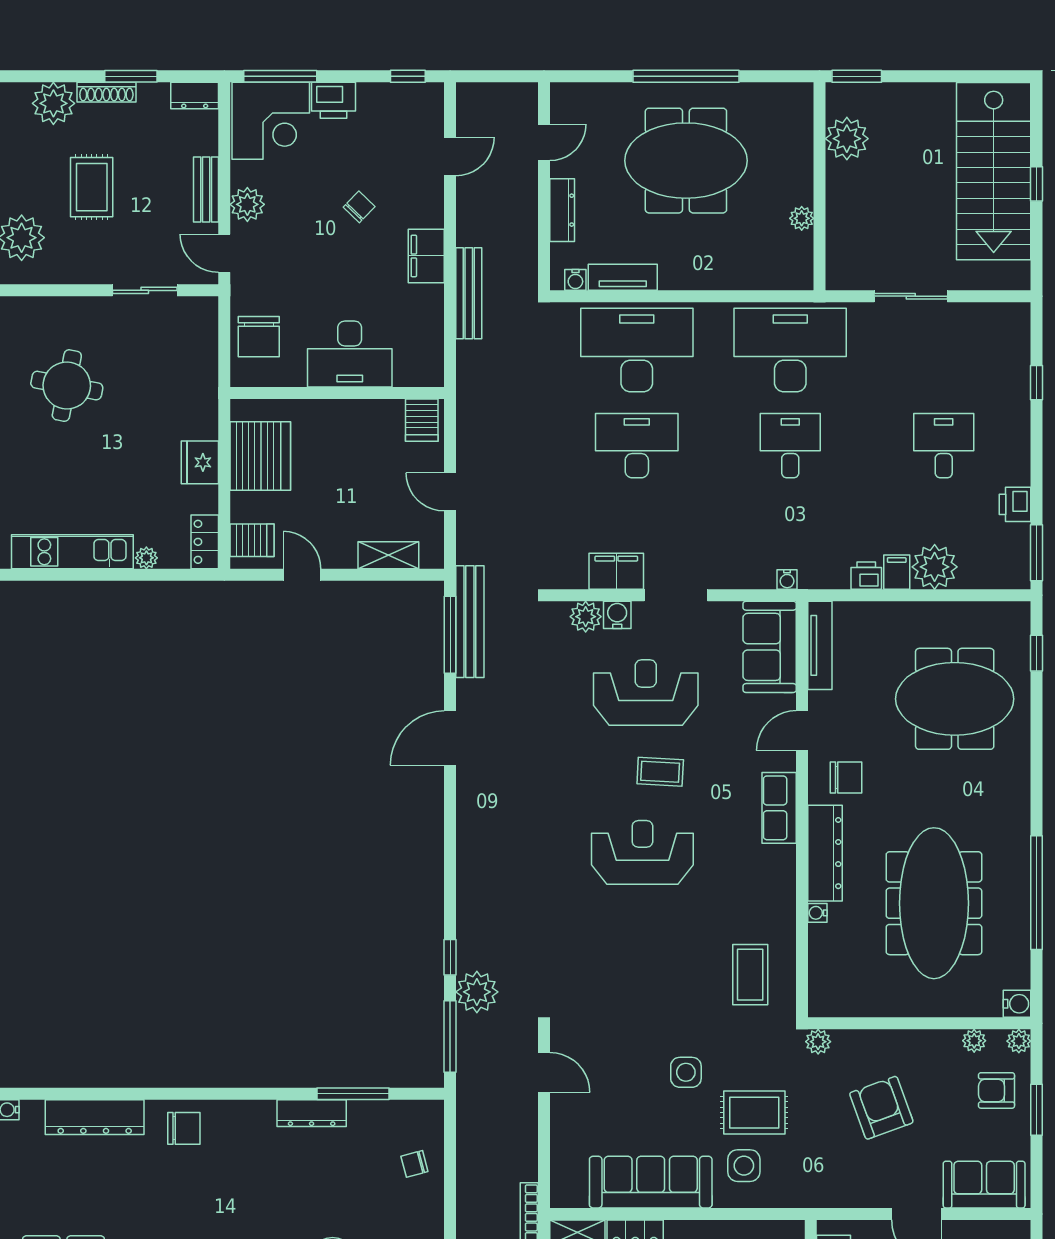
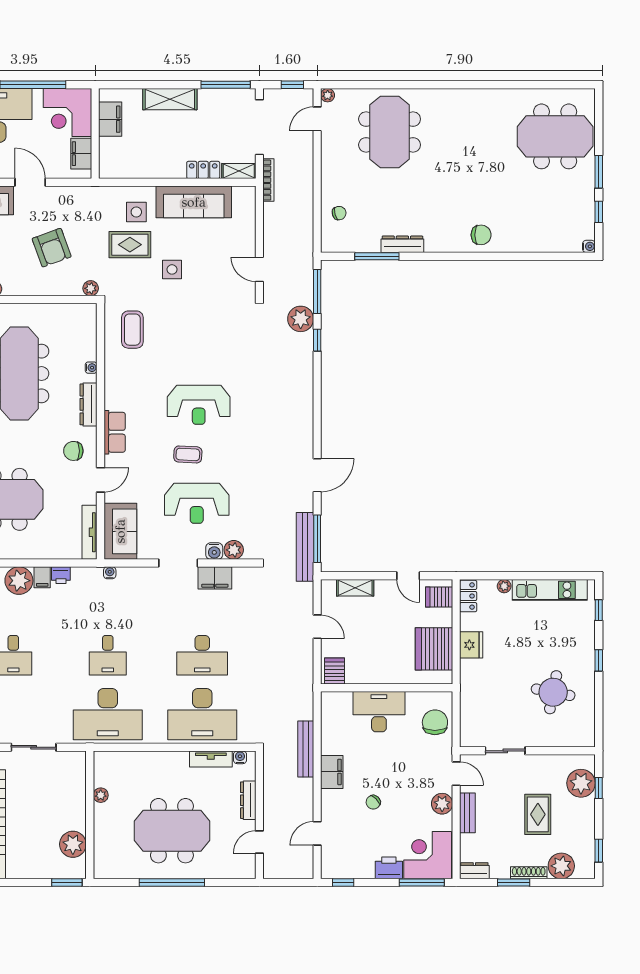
dresser: (825, 853) -> (88, 404), width x0.73, depth x0.80
dresser: (95, 1117) -> (536, 242), removed
chair: (184, 1128) -> (481, 235), turned 180

